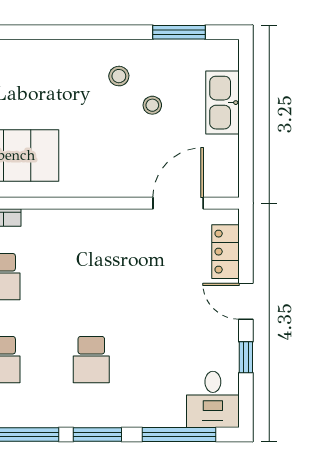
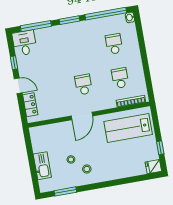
door: (178, 203) -> (82, 116), moved
school desk: (91, 360) -> (83, 85), moved

